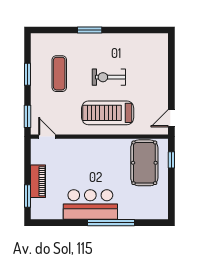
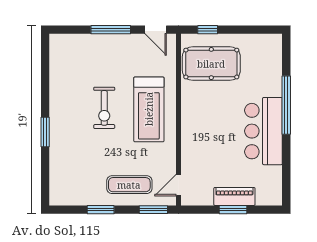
exercise mat: (59, 74) -> (129, 185), moved
window: (171, 82) -> (111, 30), added
window: (28, 196) -> (233, 210), moved

